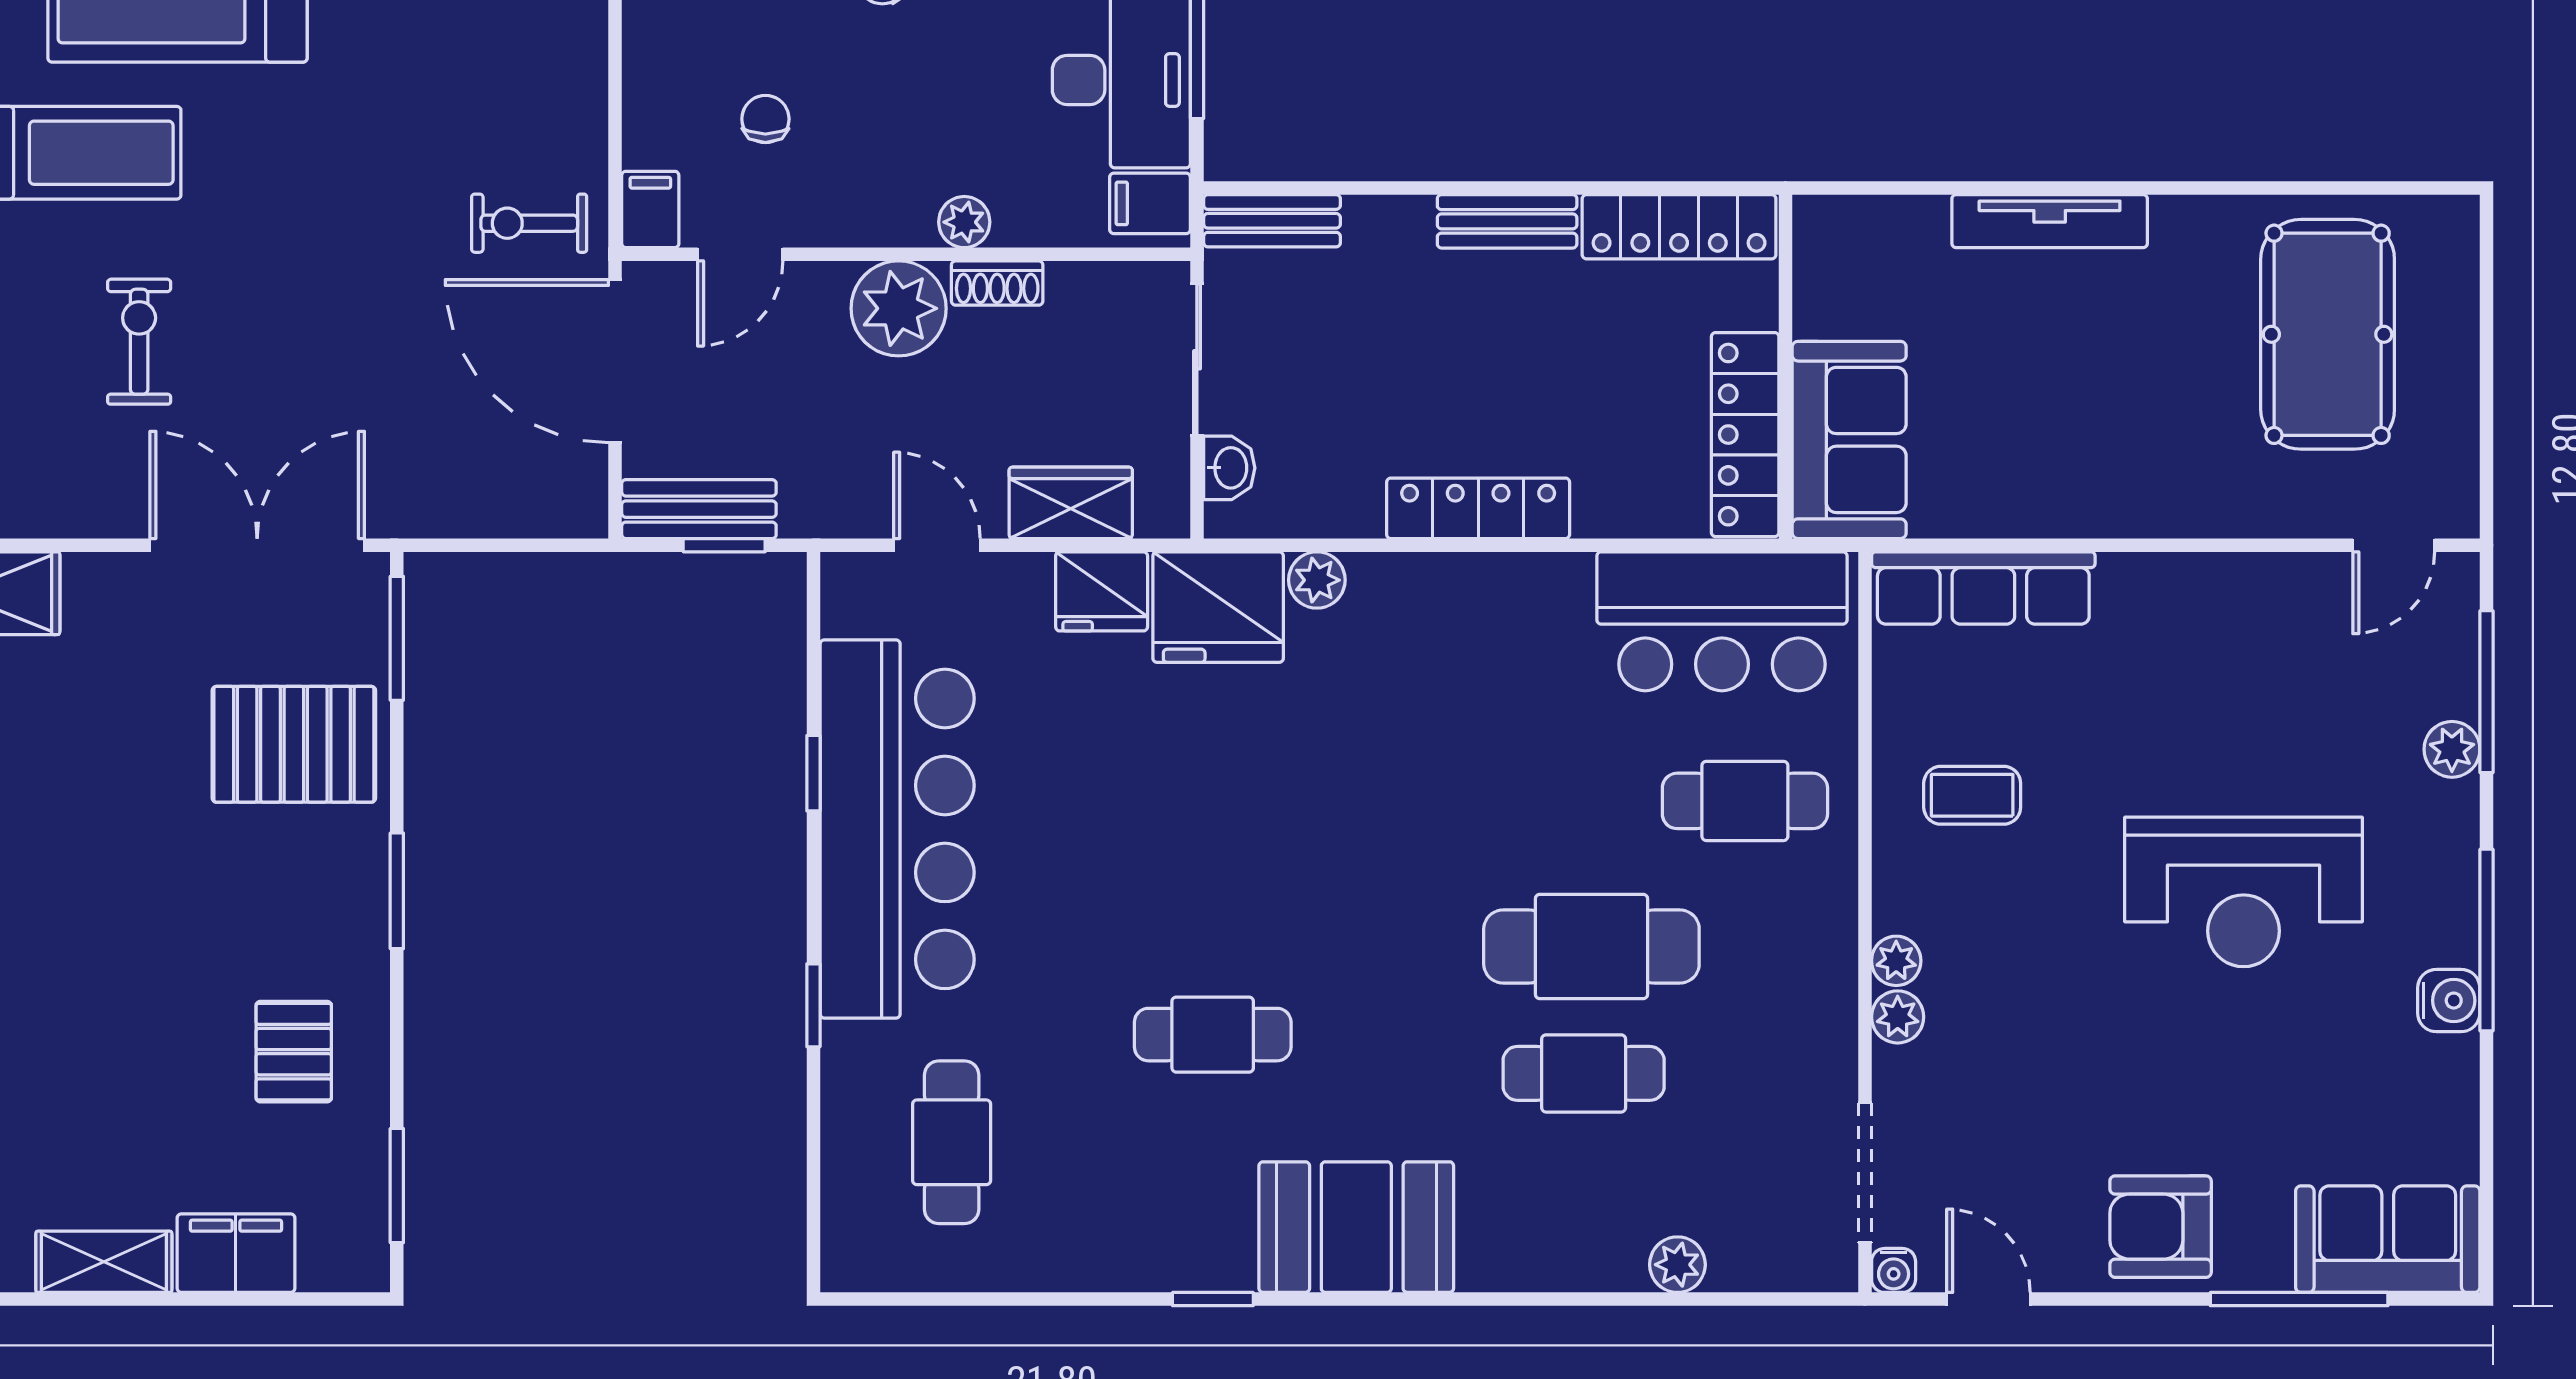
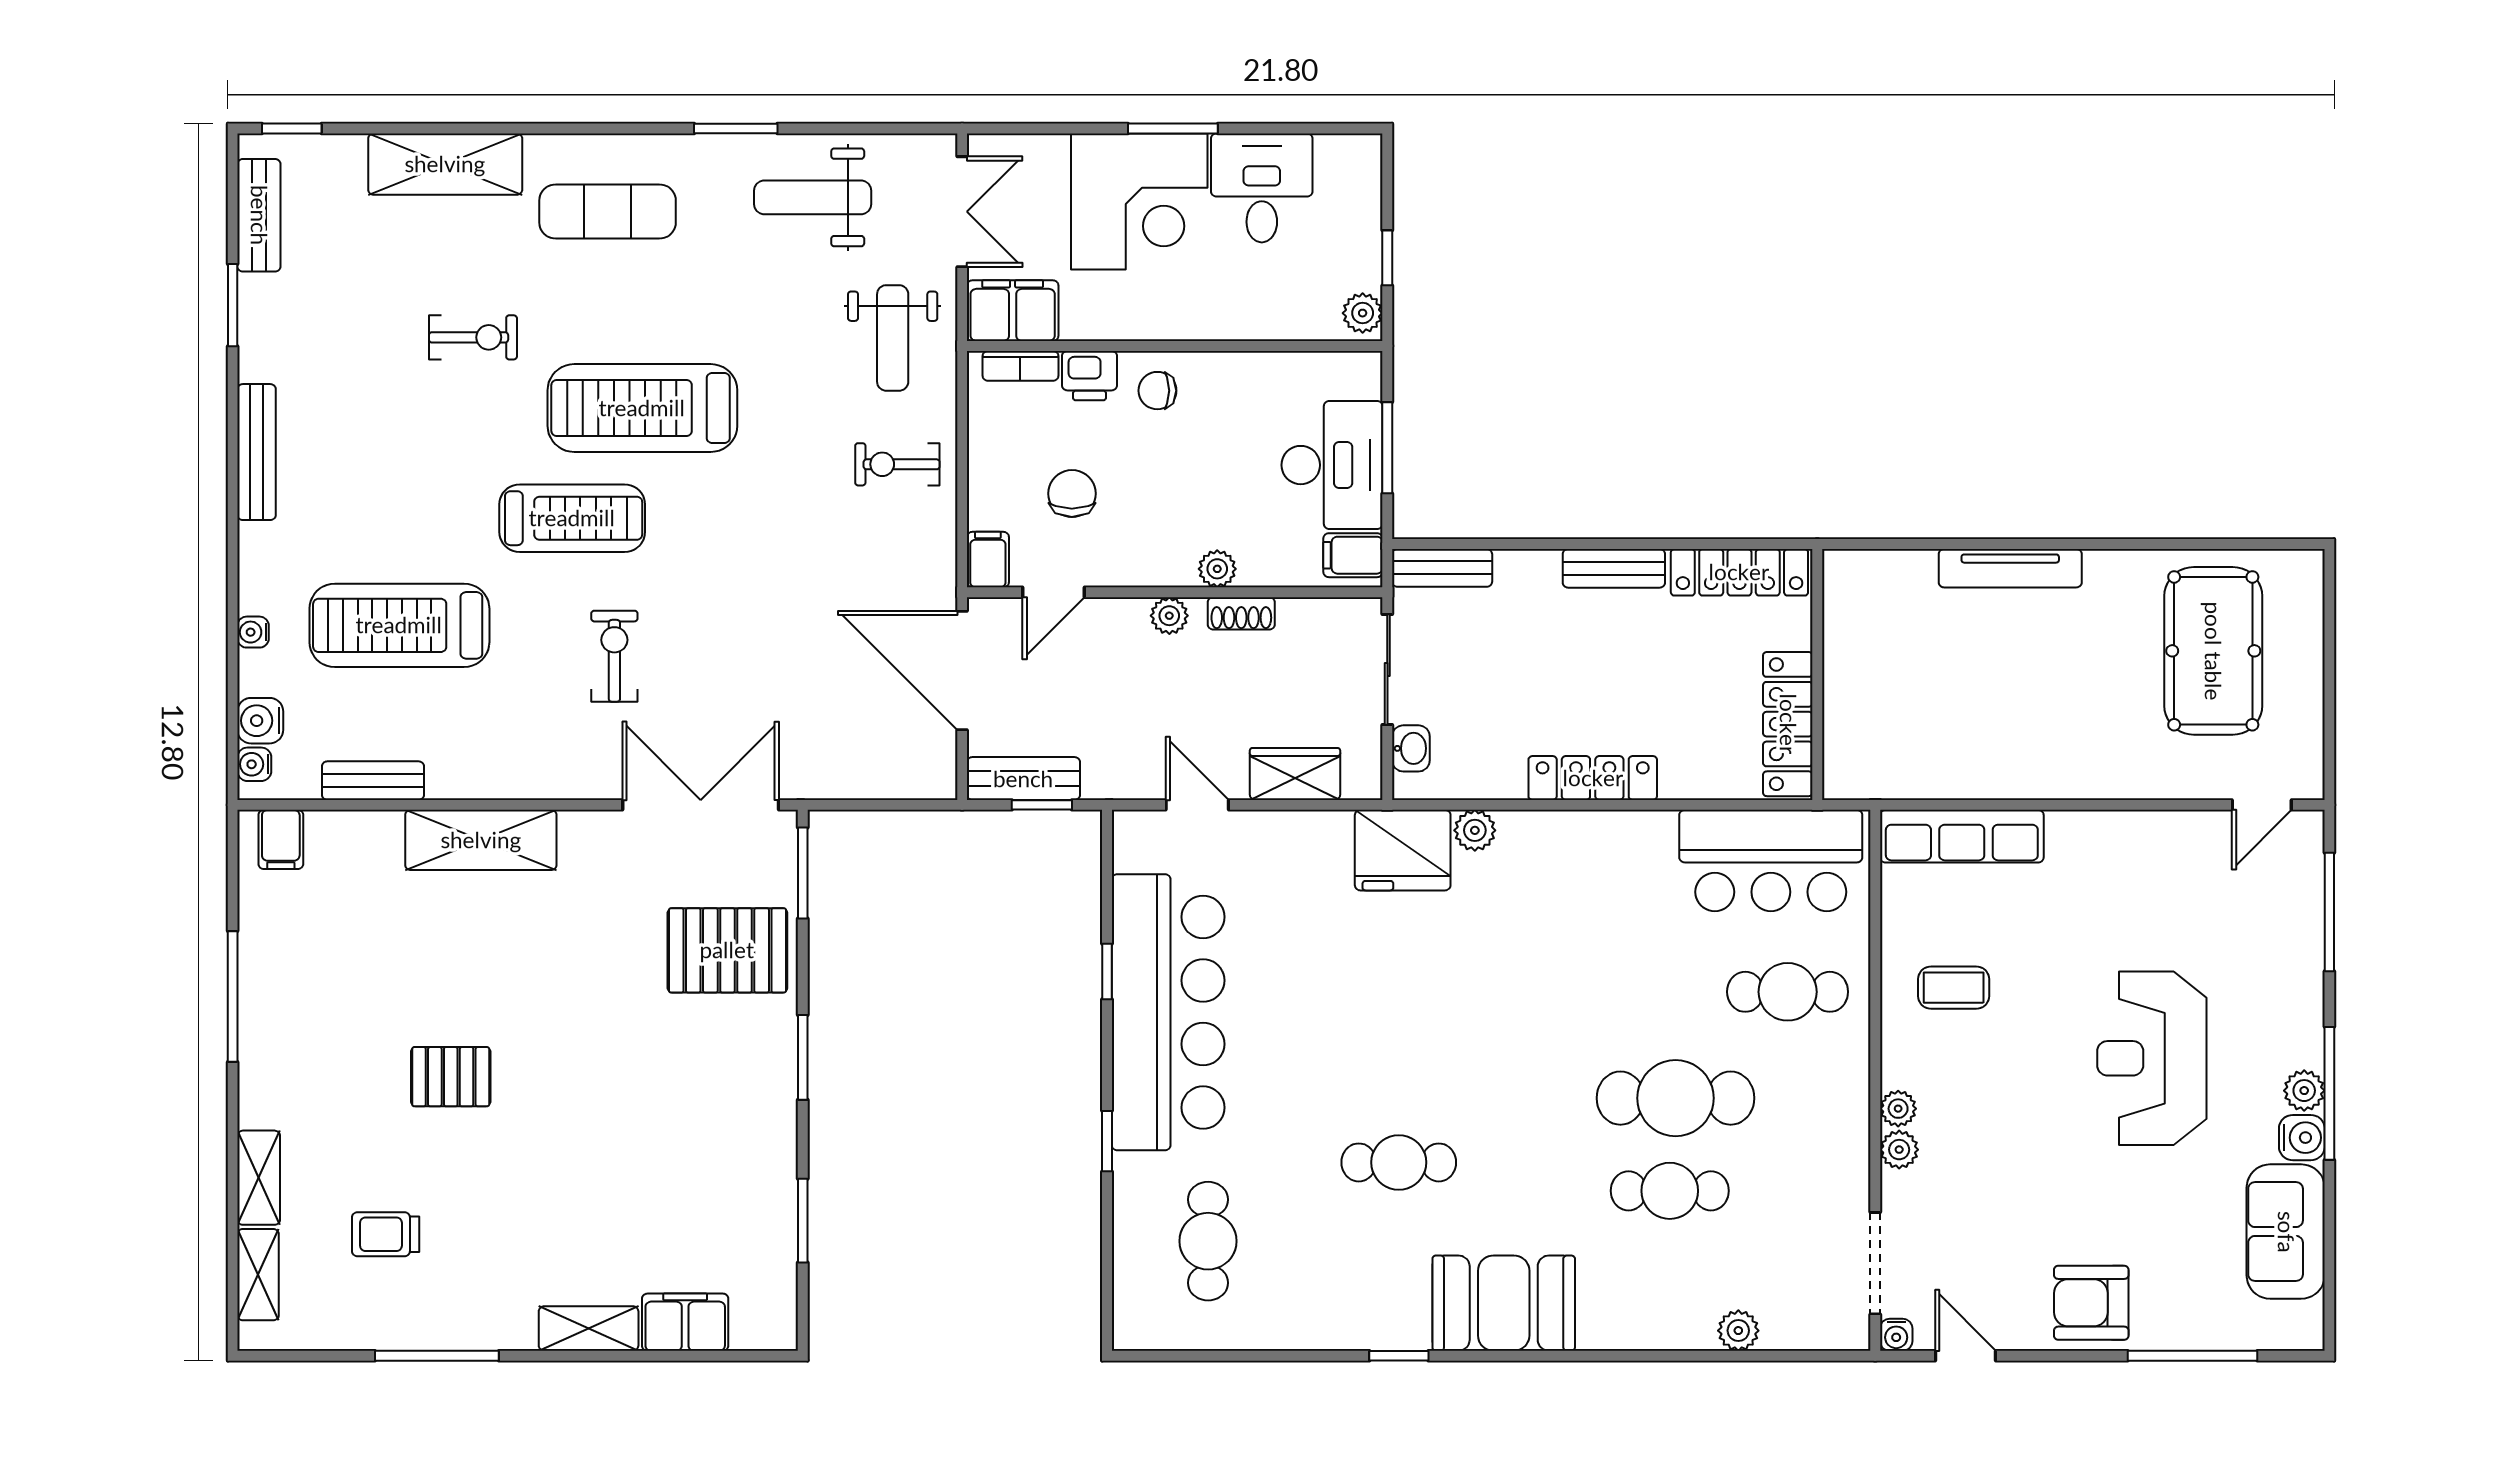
chair: (765, 119) -> (1072, 494), width x1.37, depth x1.37
exercise bike: (529, 223) -> (897, 464), moved
plant: (899, 308) -> (1169, 616), width x0.53, depth x0.53
sofa: (1849, 440) -> (1864, 728), removed
fridge: (1102, 591) -> (1318, 839), removed
plant: (2452, 749) -> (2304, 1091), moved
reception desk: (2244, 892) -> (2152, 1058), turned 90
pallet: (294, 1052) -> (727, 1175), removed
window: (397, 1186) -> (803, 1221), moved
sofa: (2388, 1239) -> (2286, 1232), moved, turned -90

